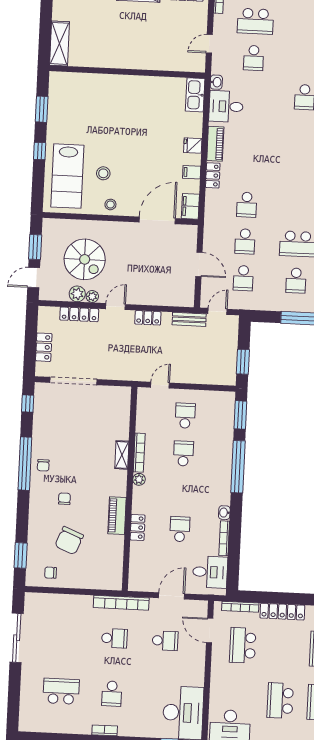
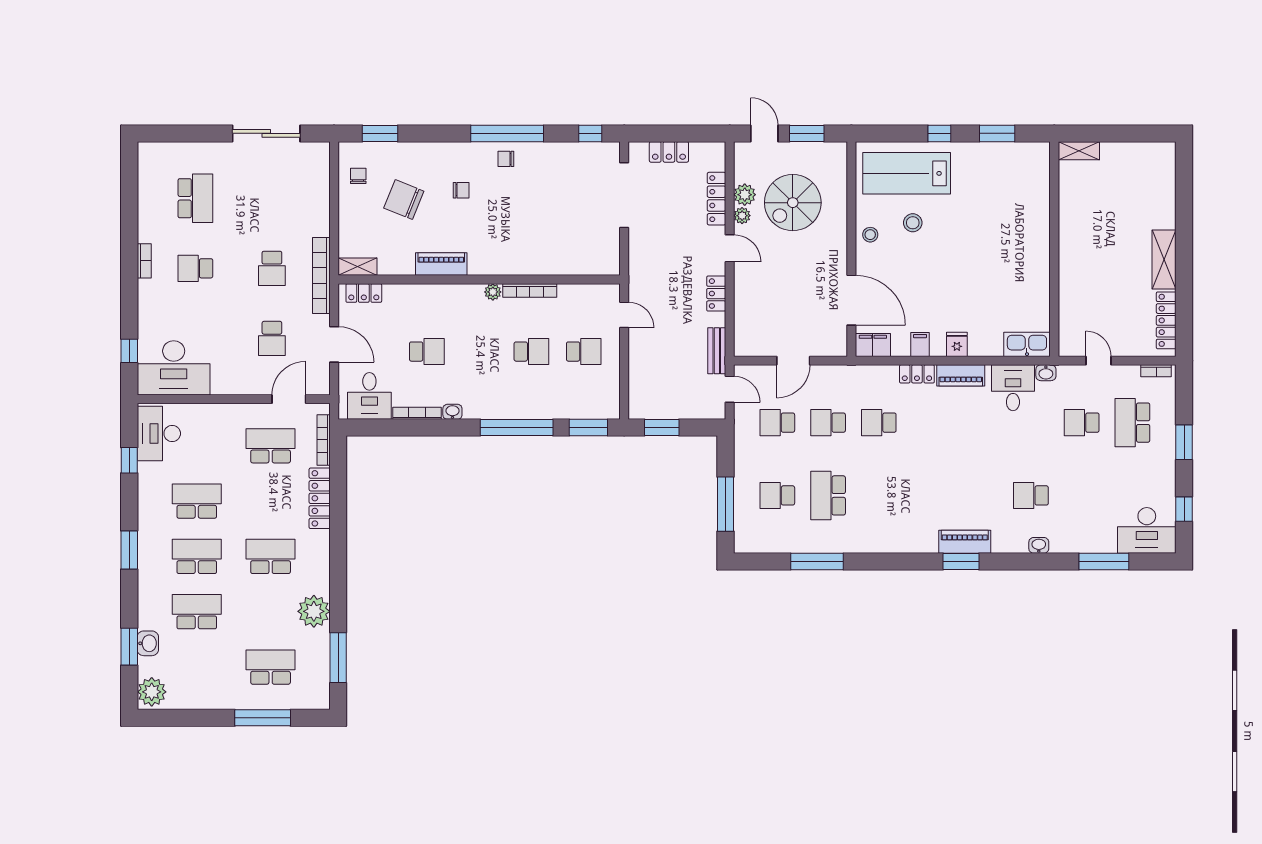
shelving: (59, 43) -> (1079, 151), width x0.67, depth x0.75
shelving: (122, 455) -> (358, 267), moved
locker: (138, 527) -> (364, 293), moved

